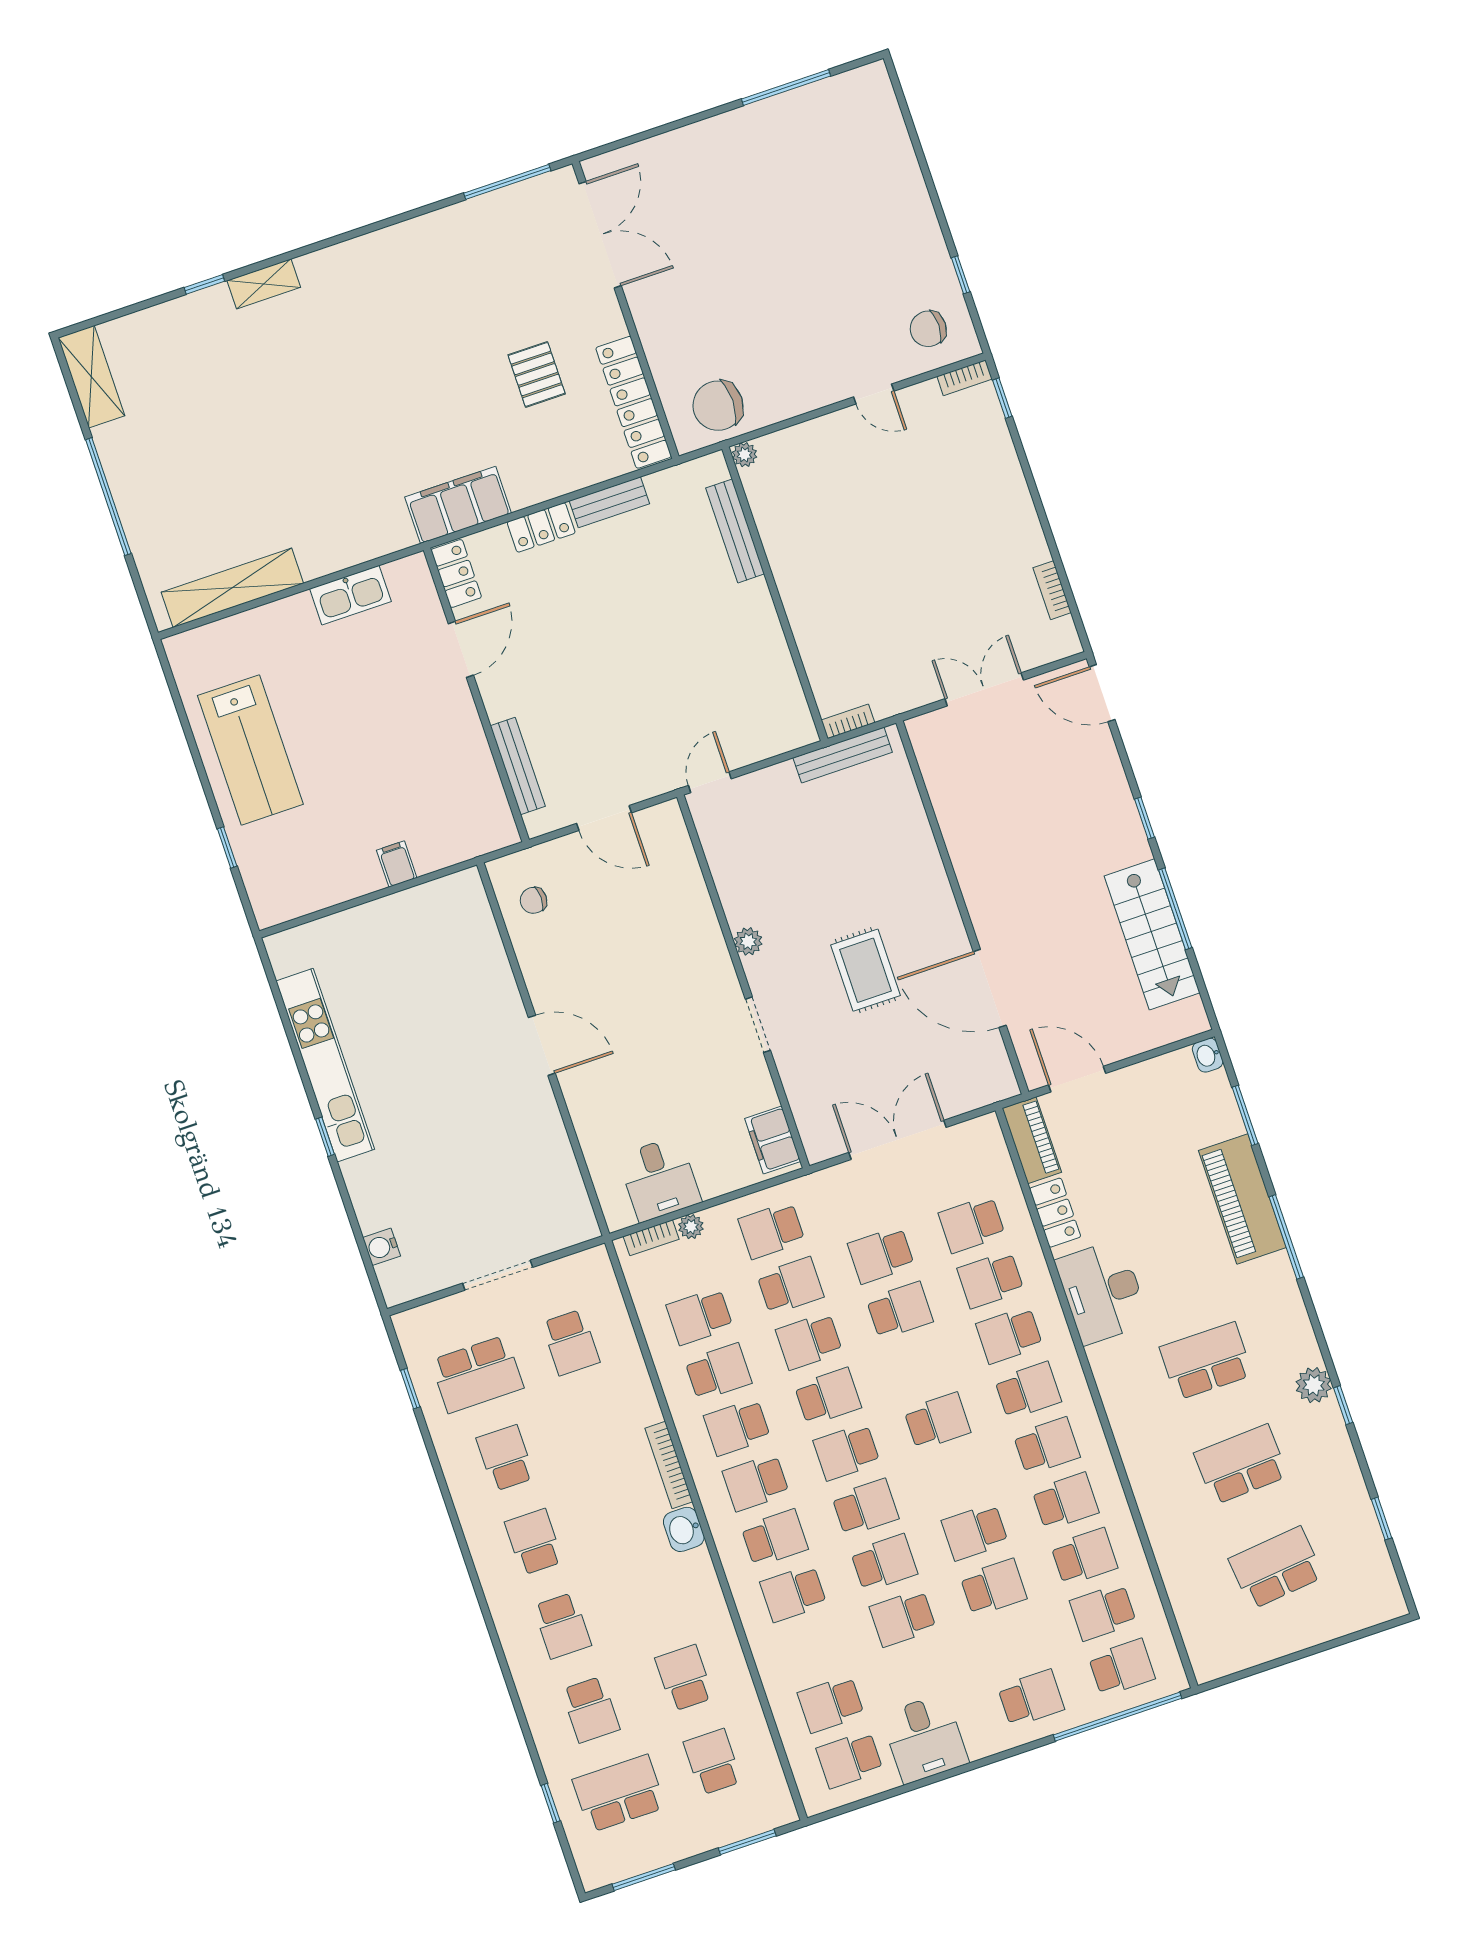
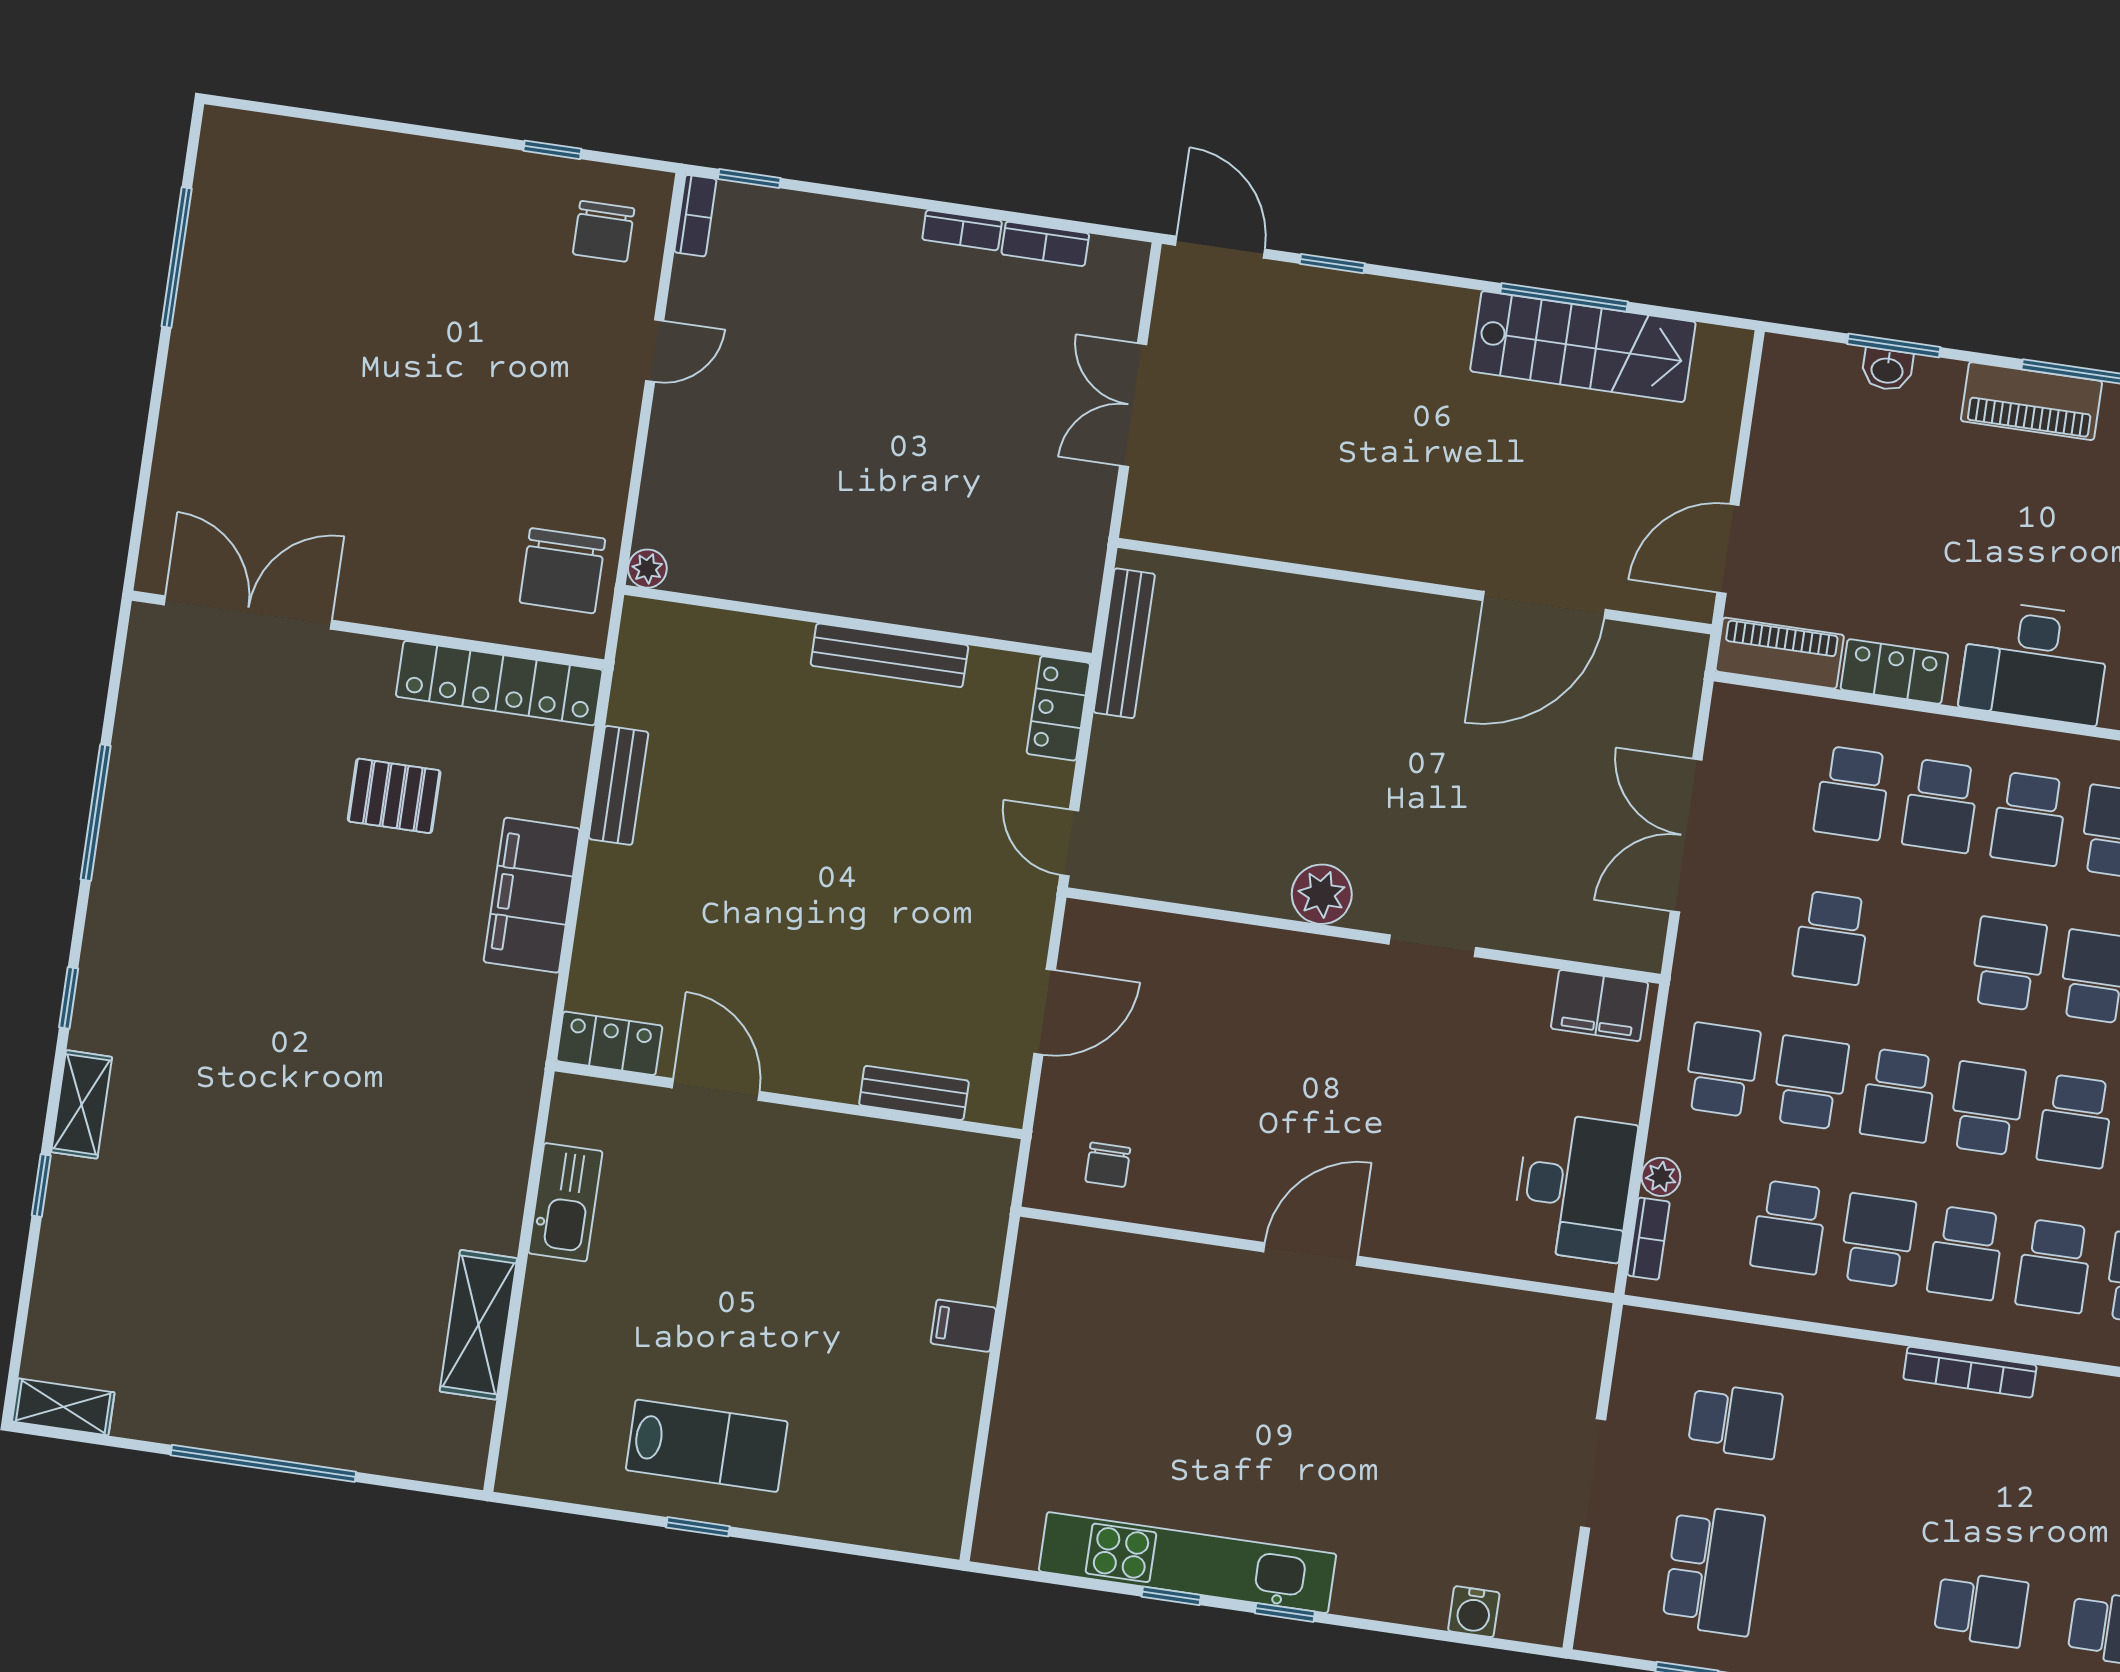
window: (507, 182) -> (96, 813), moved
window: (322, 245) -> (69, 998), added
shelving: (91, 377) -> (63, 1407), width x0.67, depth x0.75
filing cabinet: (458, 505) -> (532, 895), moved
locker: (541, 527) -> (1058, 708), moved, turned 180
bench: (735, 531) -> (889, 655), moved
shelving: (232, 588) -> (478, 1325), width x0.68
door: (1102, 693) -> (1220, 247), swing flipped
bookcase: (848, 721) -> (962, 230), moved, turned -90
lab bench: (250, 750) -> (707, 1446), width x0.73, depth x0.72
bench: (518, 766) -> (914, 1093), width x0.73
window: (1144, 818) -> (1332, 264), moved
window: (227, 847) -> (698, 1527), moved
plant: (748, 941) -> (1322, 894), width x1.38, depth x1.38
rug: (865, 970) -> (1433, 761), removed
washbasin: (1208, 1055) -> (1887, 369), moved
window: (301, 1066) -> (1171, 1596), added
desk: (659, 1179) -> (1574, 1187), width x1.37
piano: (1242, 1199) -> (2031, 401), width x0.73, depth x0.75
school desk: (772, 1230) -> (1722, 1070), turned 180
school desk: (900, 1310) -> (2008, 964), moved
school desk: (505, 1458) -> (1847, 1590), removed
washbasin: (684, 1529) -> (2068, 1396), removed
school desk: (534, 1542) -> (1981, 1609), turned 180

